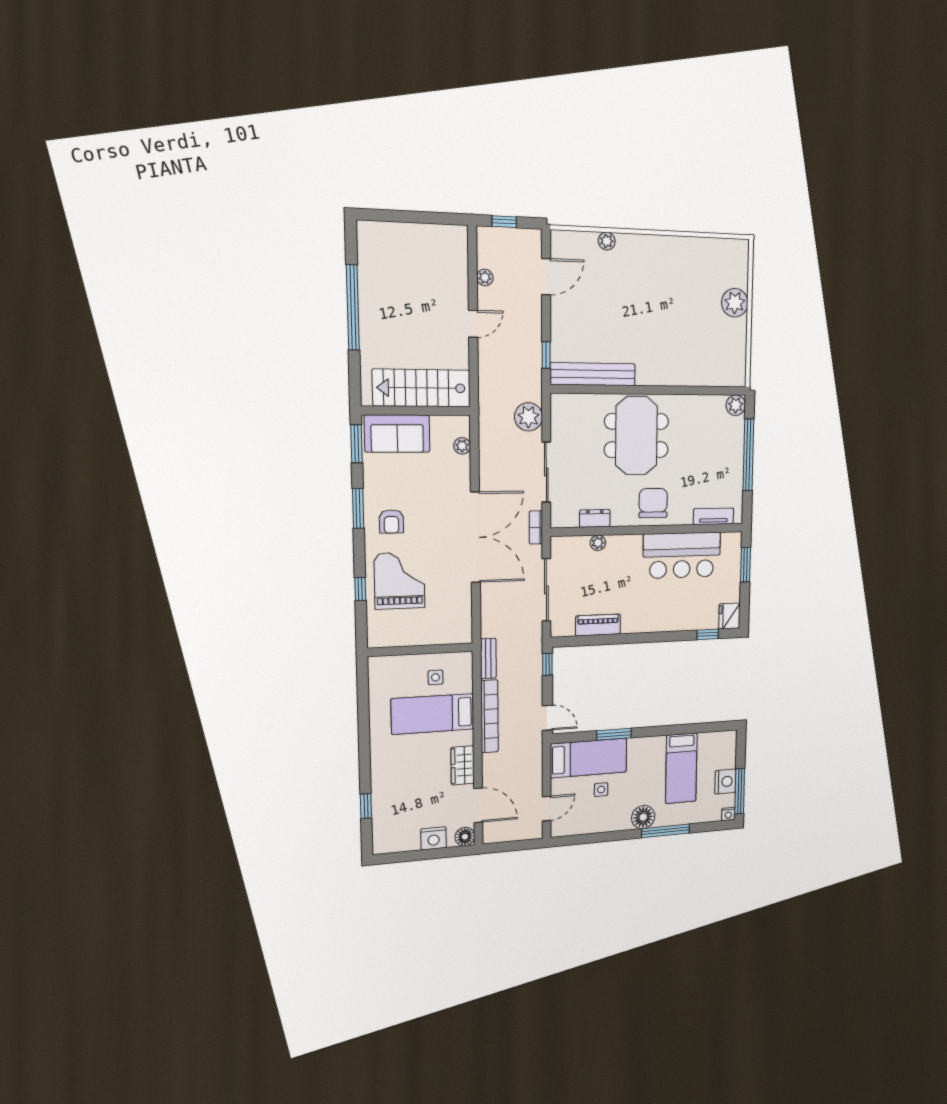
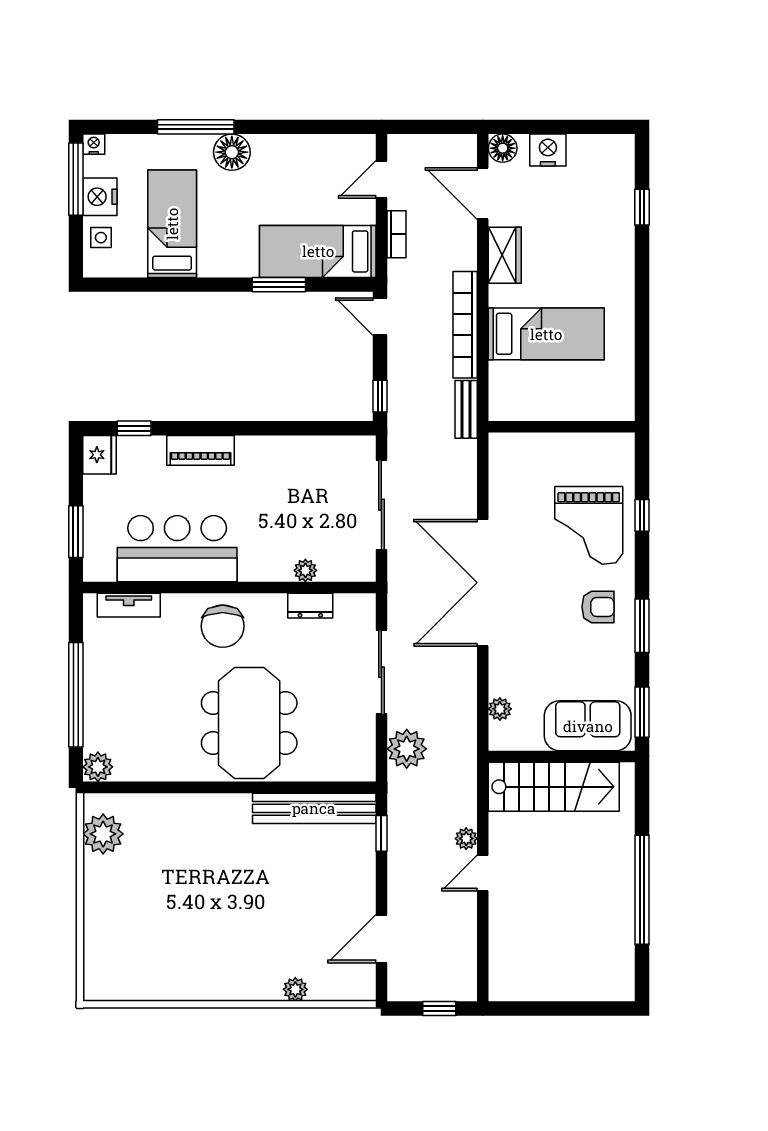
plant: (485, 278) -> (466, 839), moved
plant: (735, 303) -> (103, 834), moved
armchair: (391, 522) -> (598, 607), turned 90
bookcase: (536, 527) -> (397, 234), moved
piano: (598, 625) -> (200, 450), moved
side table: (435, 677) -> (541, 386), removed
side table: (601, 790) -> (101, 238), moved

